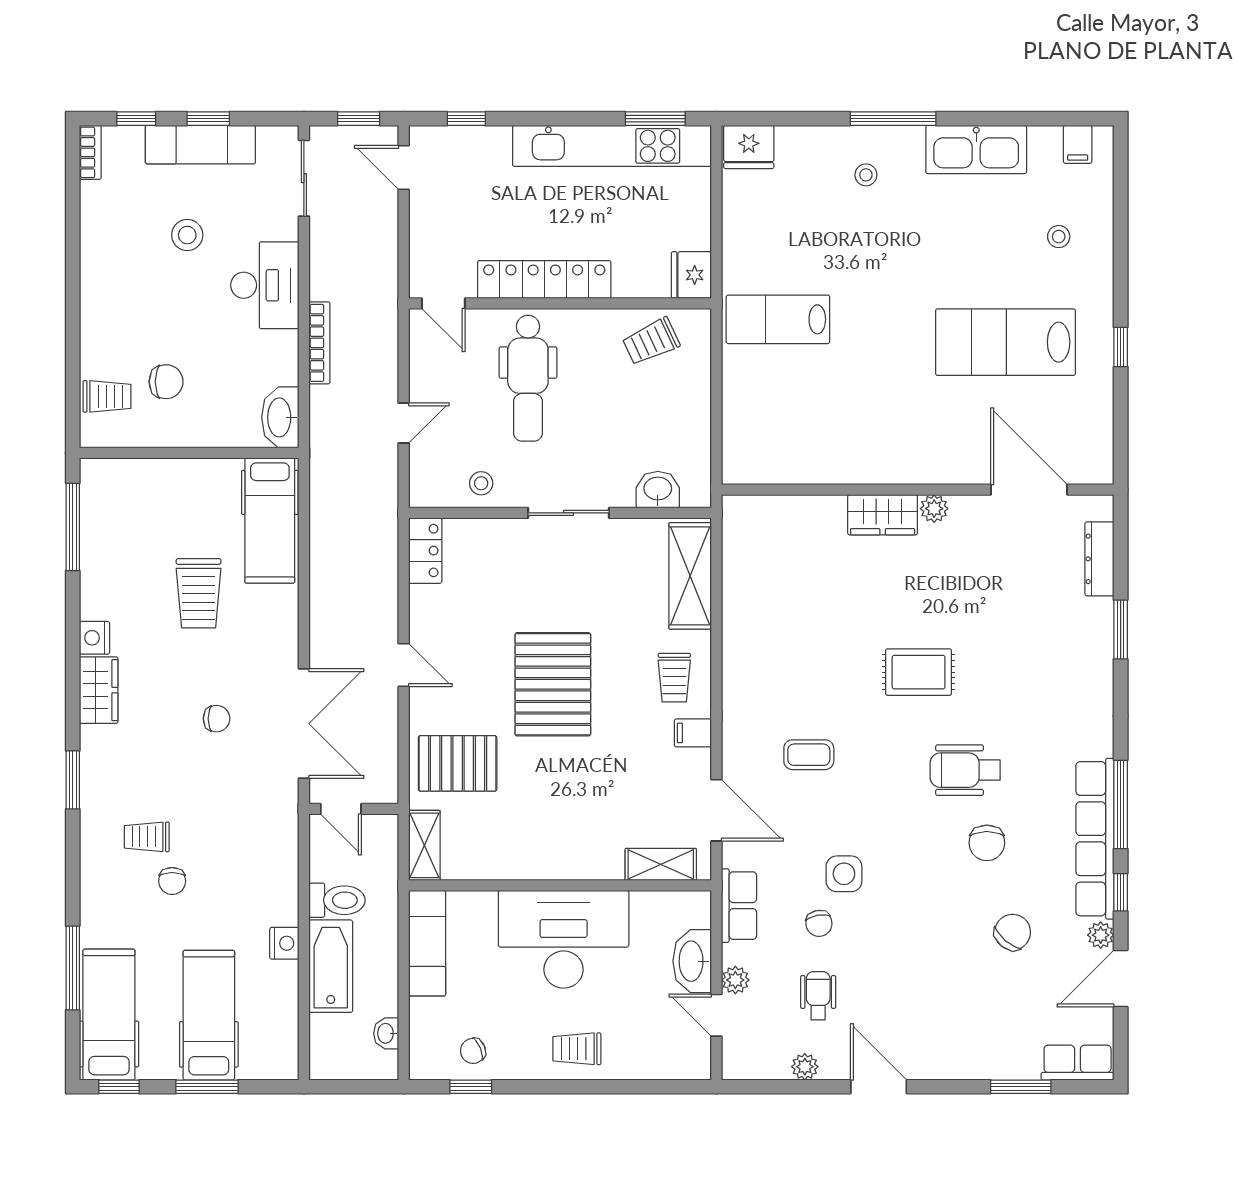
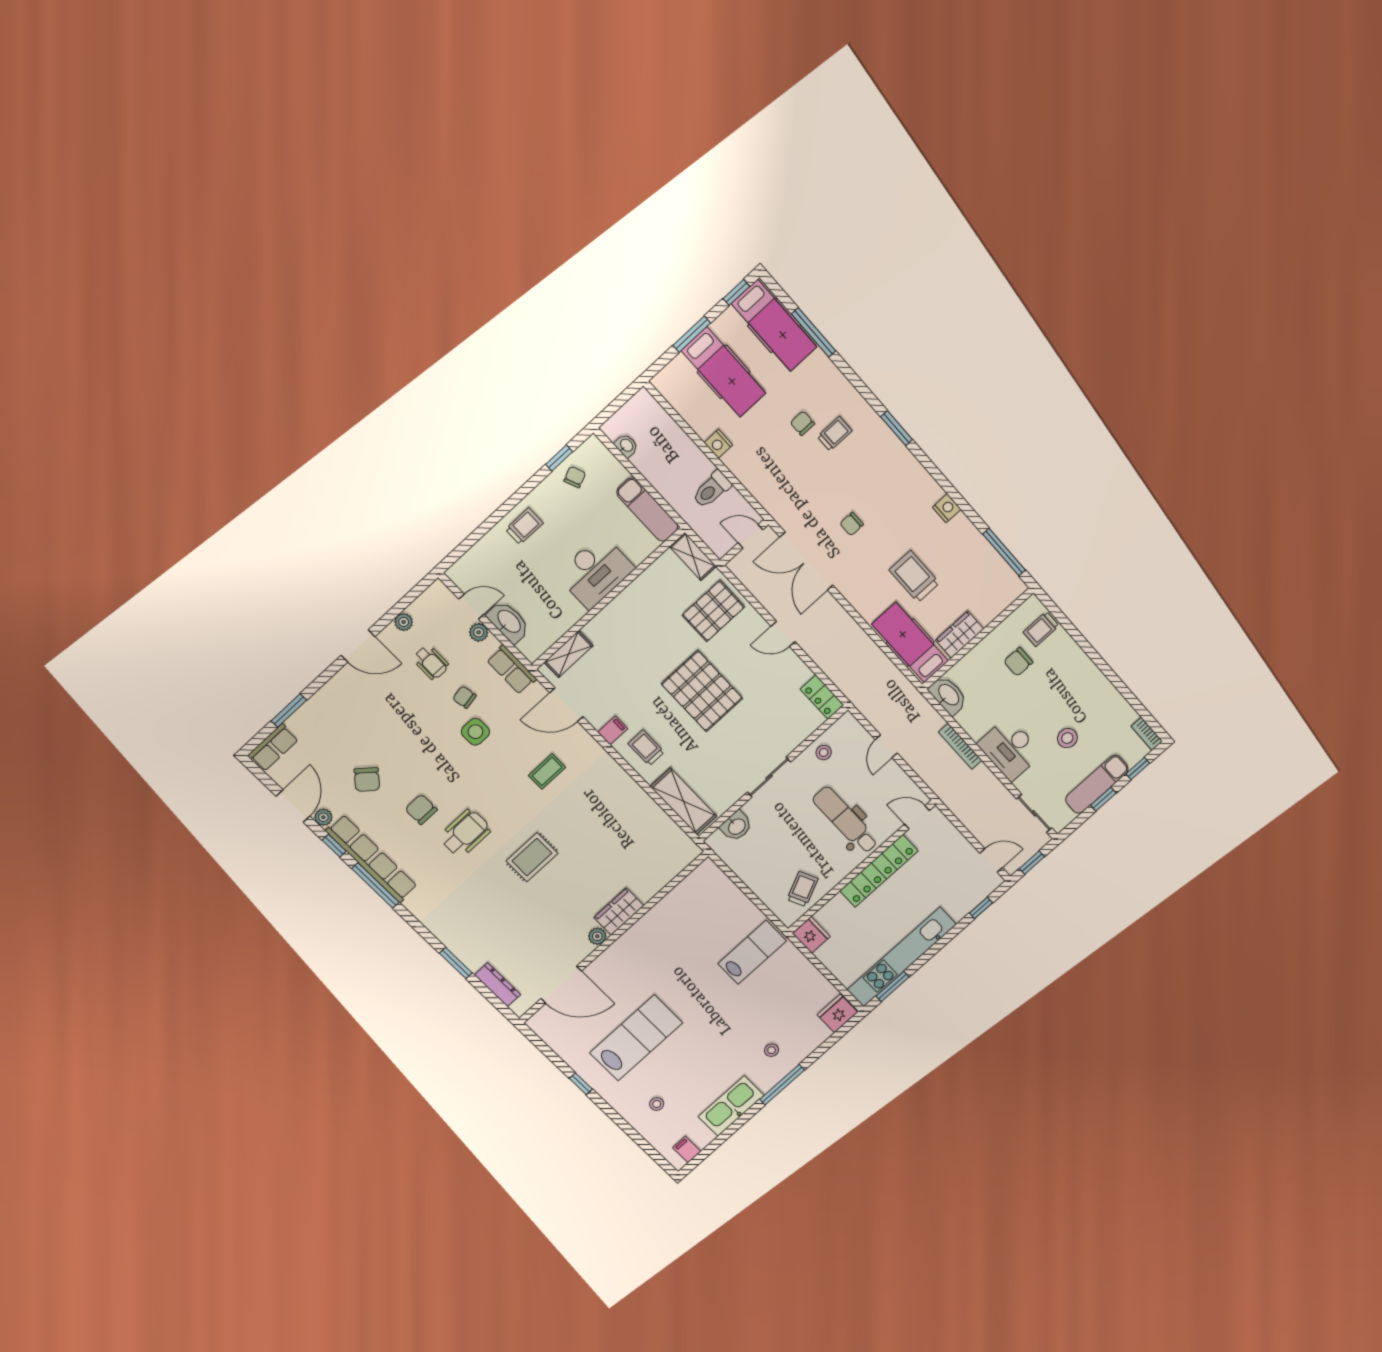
wardrobe: (99, 690) -> (960, 635), moved, turned 90
desk: (564, 939) -> (596, 572), width x0.73, depth x0.77
bathtub: (331, 966) -> (685, 454), removed

